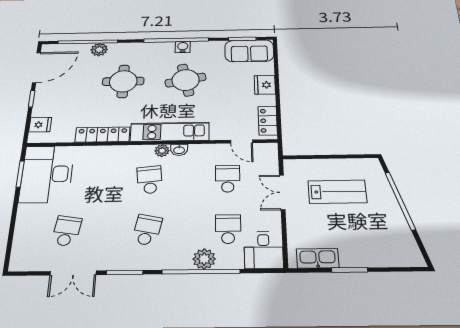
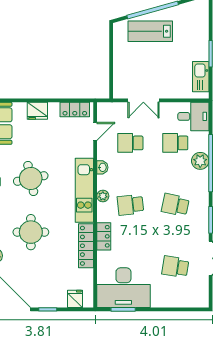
washbasin: (179, 150) -> (102, 167), moved
locker: (112, 152) -> (104, 236), added
lab bench: (337, 192) -> (150, 31), moved, turned -90

